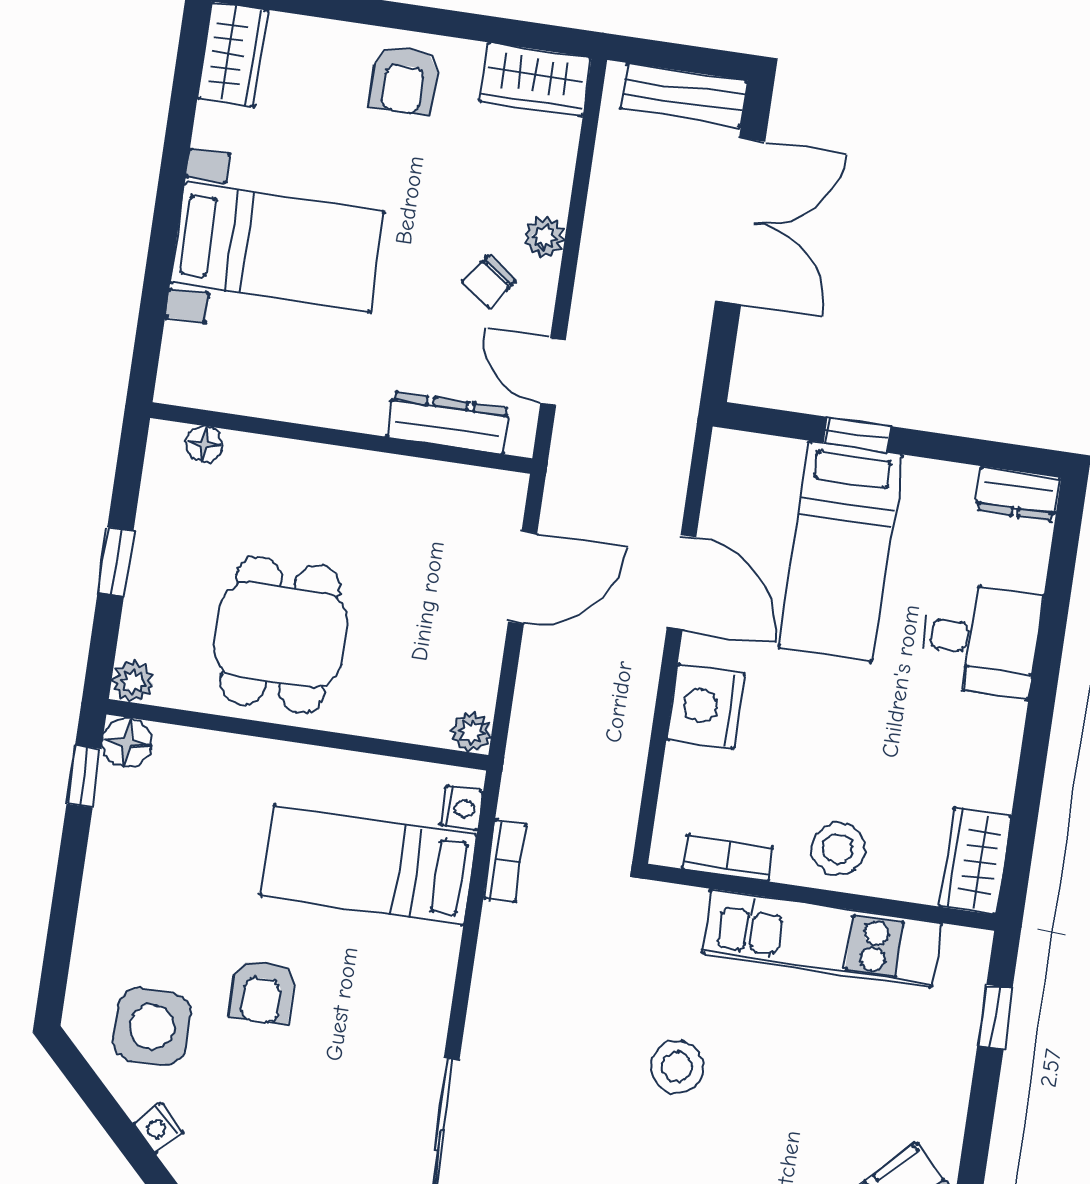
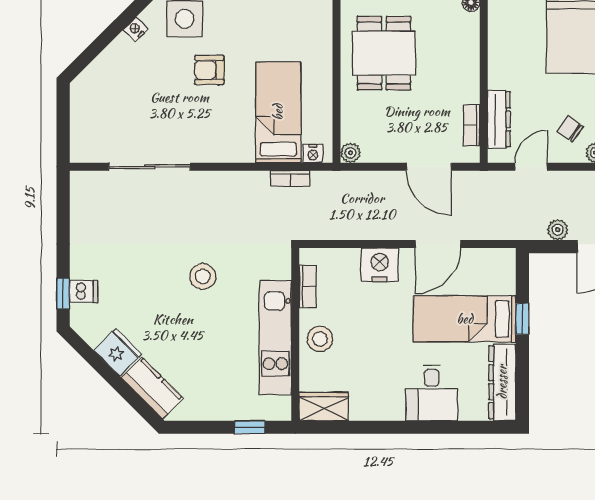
plant: (688, 337) -> (558, 230), added
bookcase: (452, 479) -> (472, 125), added
dresser: (1018, 494) -> (502, 382), width x1.96, depth x1.24
dining table: (280, 635) -> (384, 53), turned 90

